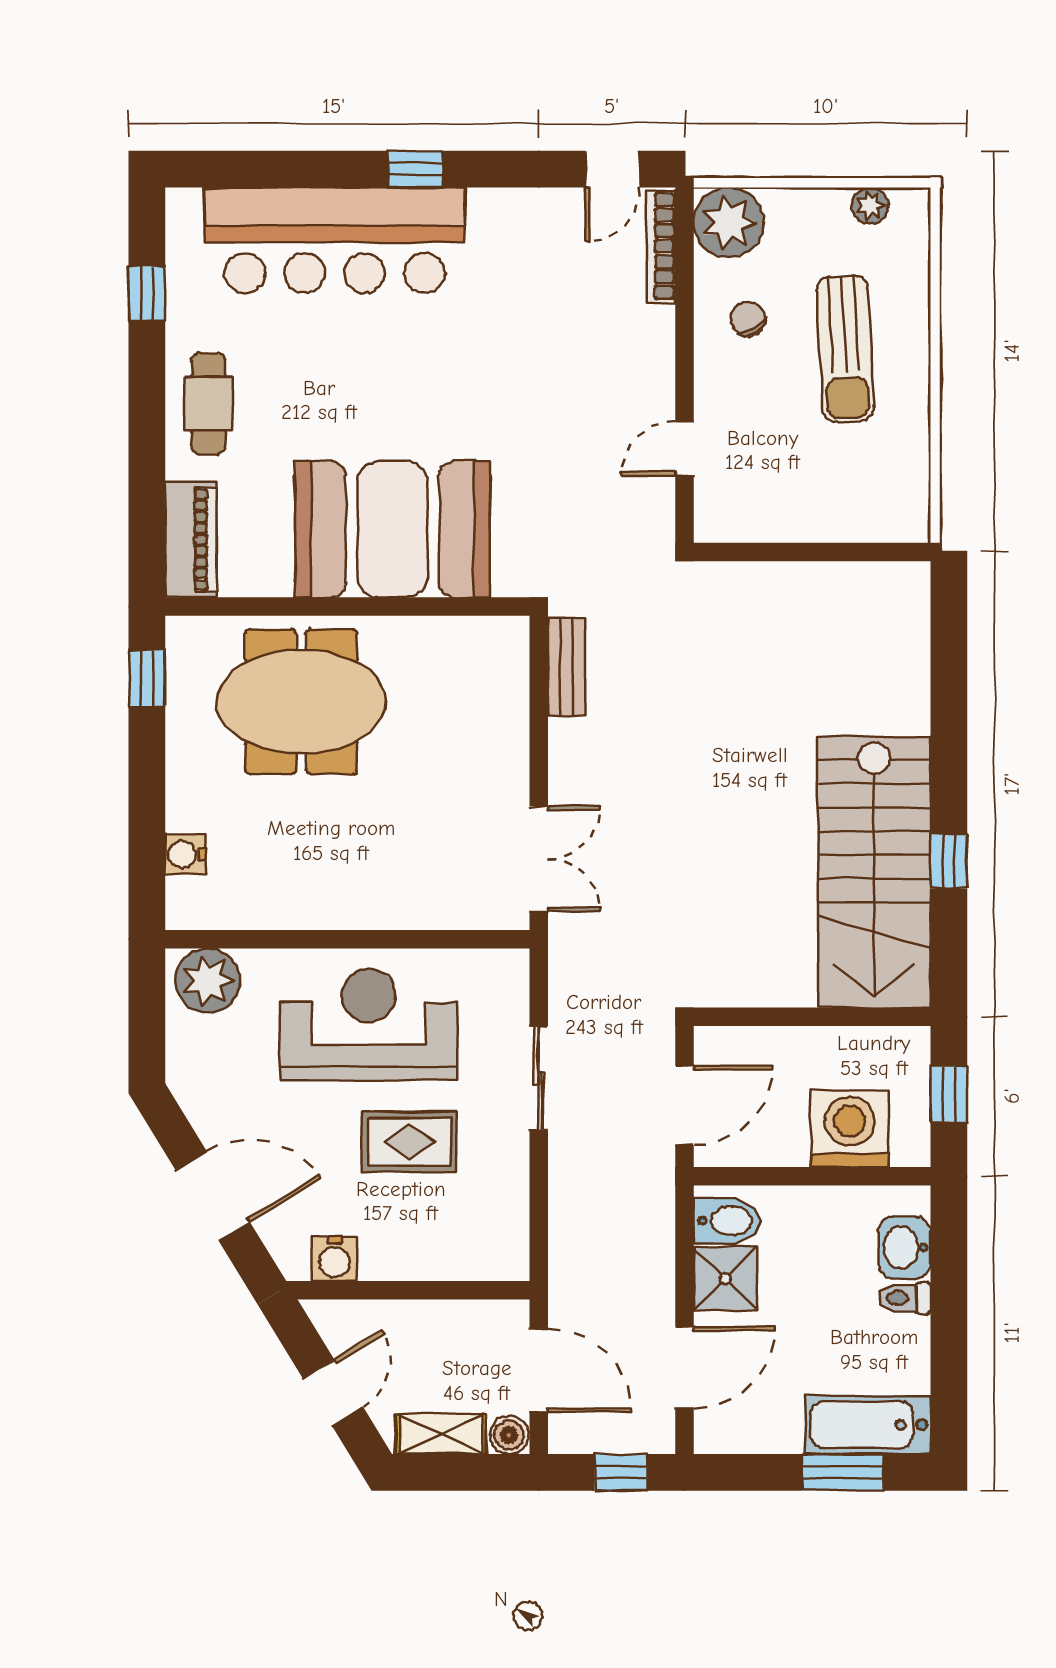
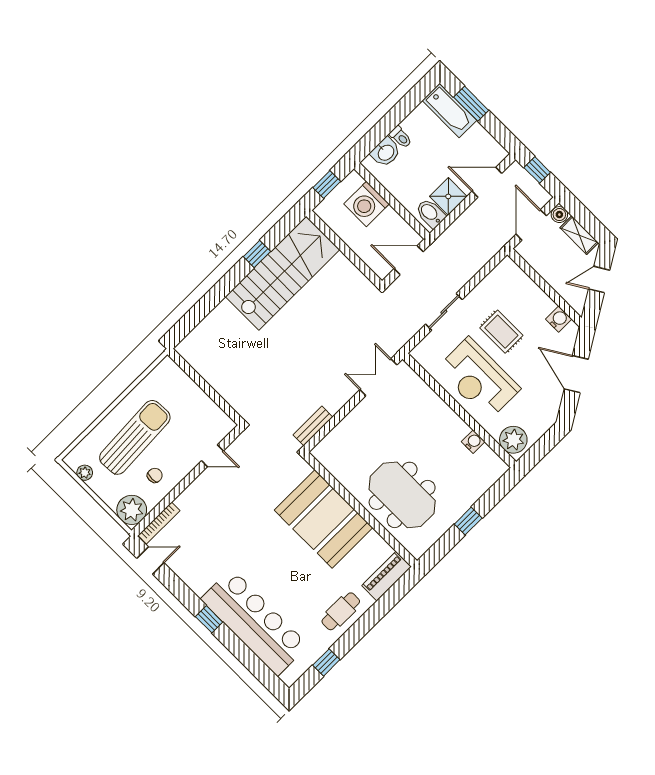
chair: (748, 319) -> (155, 475), turned -148
sun lounger: (845, 349) -> (135, 437), width x1.36, depth x1.34
window: (147, 678) -> (468, 521), moved
water cooler: (185, 854) -> (473, 442), moved, turned -90

